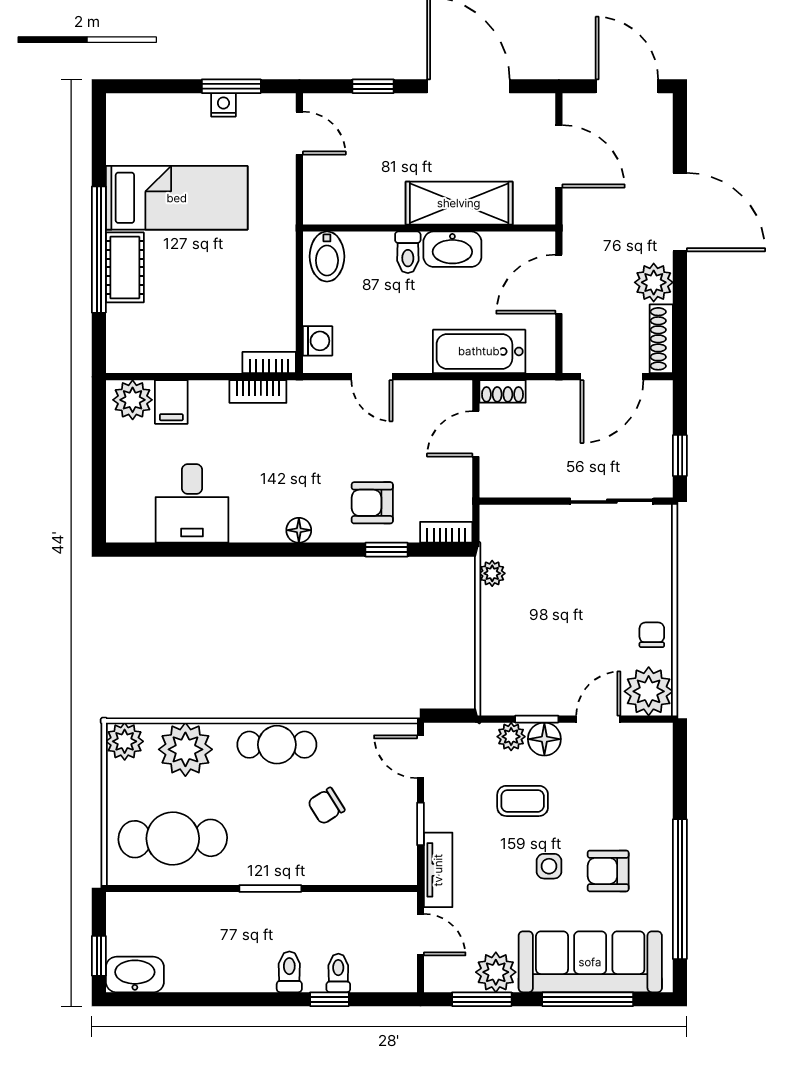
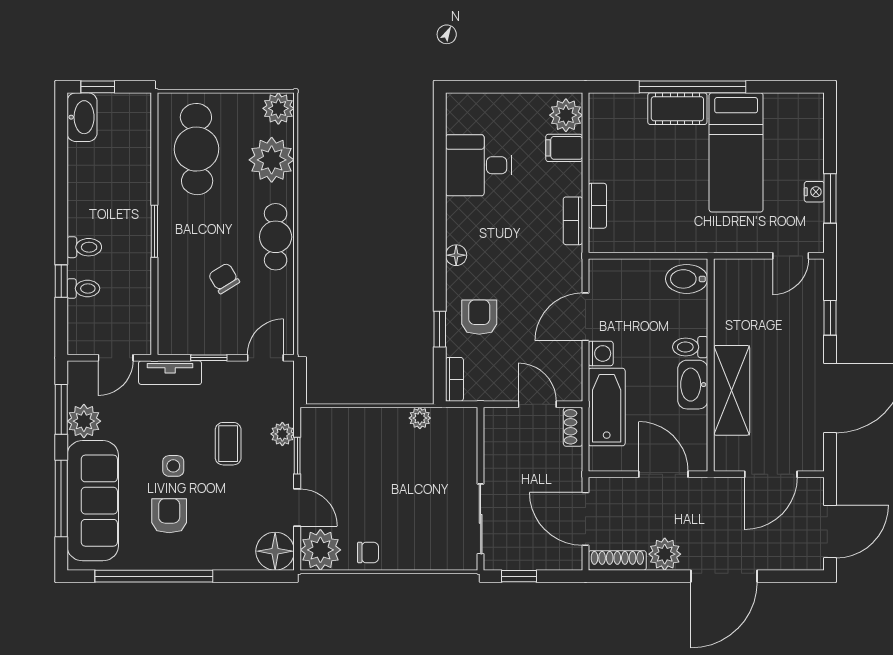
washing machine: (318, 341) -> (601, 353), moved, turned -90
bookcase: (269, 363) -> (597, 206), moved
door: (372, 377) -> (585, 317), width x1.38
floor lamp: (544, 739) -> (275, 551), moved, width x1.38, depth x1.38

